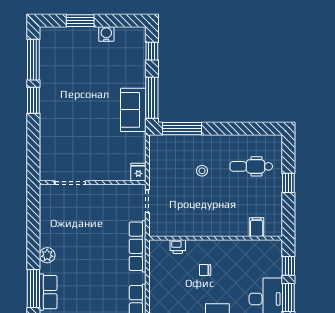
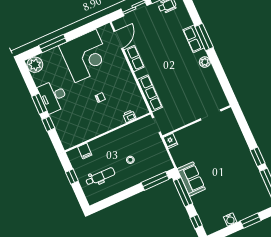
filing cabinet: (257, 227) -> (85, 151), moved
wall: (216, 238) -> (108, 132), moved
printer: (178, 247) -> (129, 116), moved

